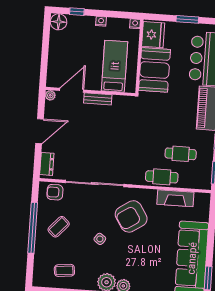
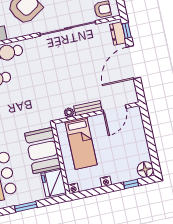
plant: (50, 95) -> (69, 112), moved
door: (39, 131) -> (134, 62), width x1.36
window: (37, 164) -> (127, 31), added

